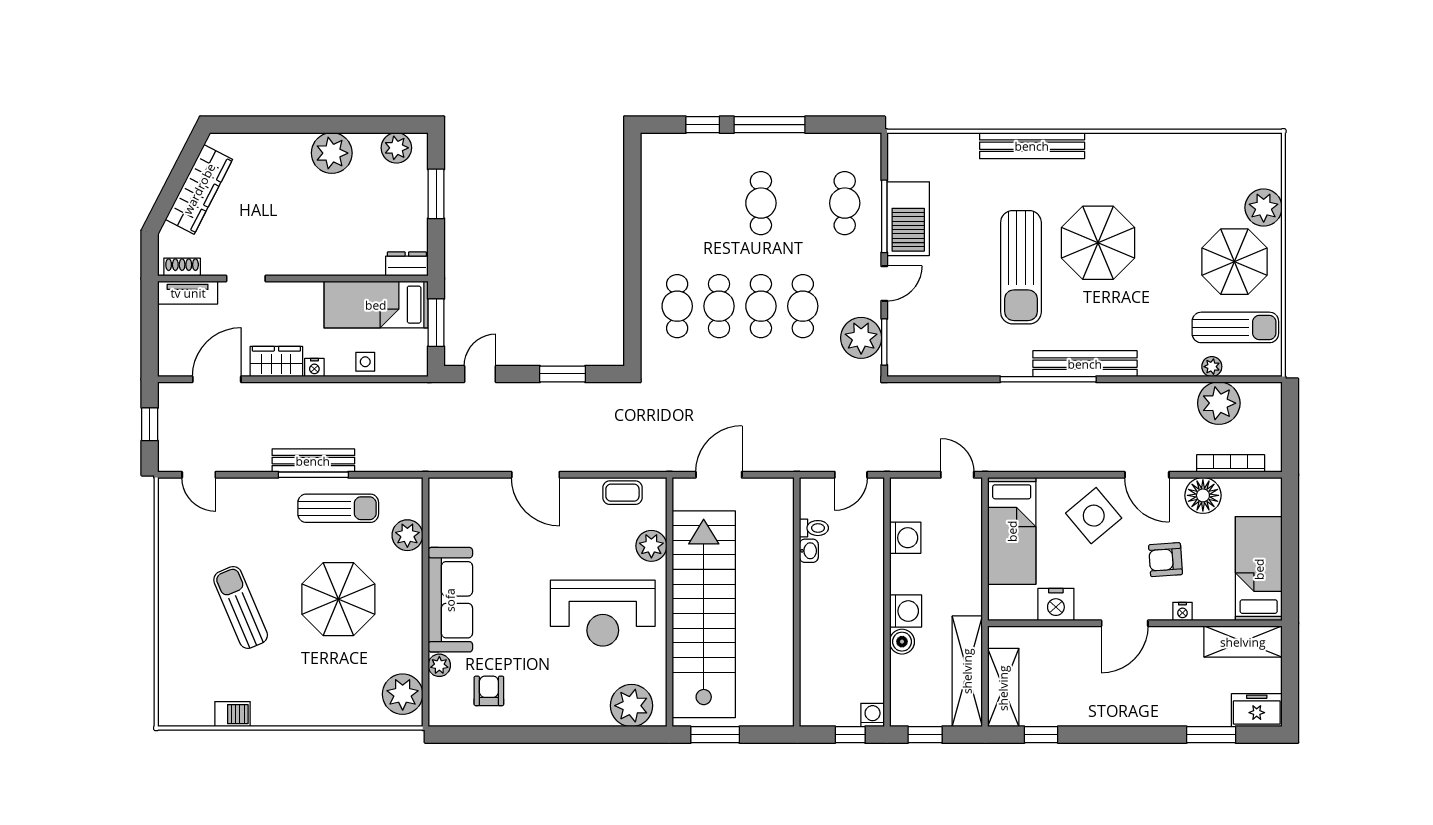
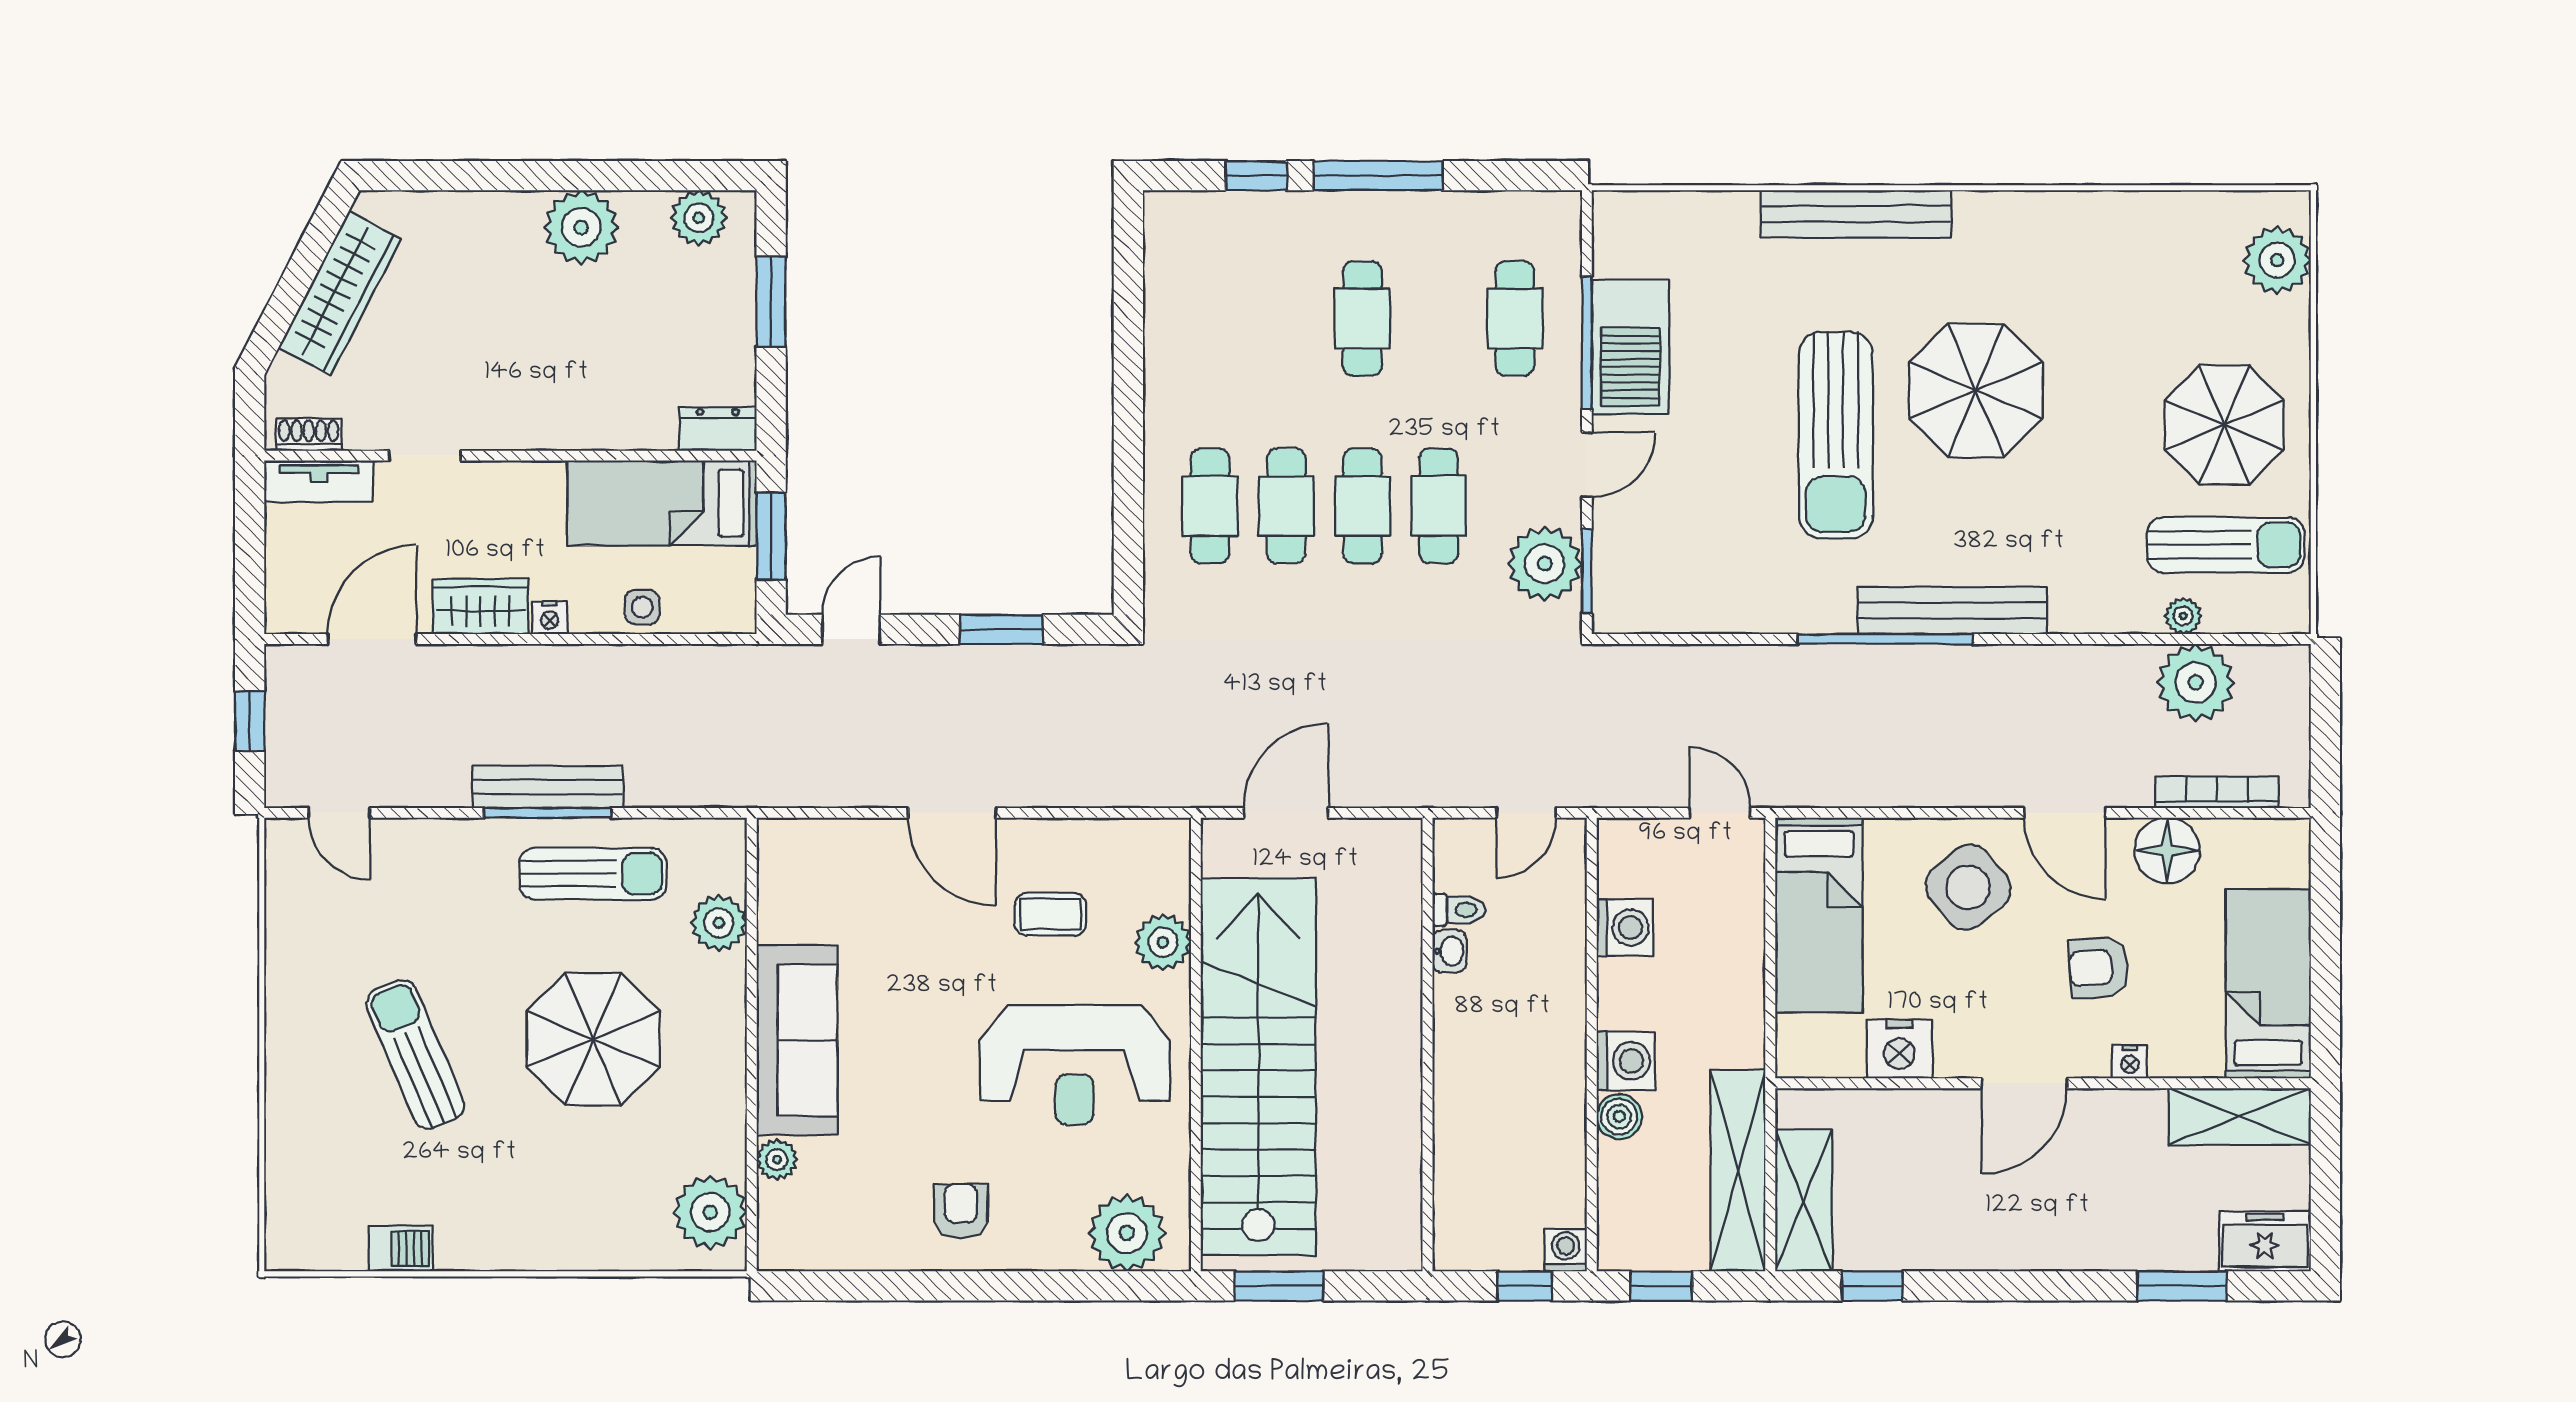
plant: (1264, 208) -> (2277, 260), moved
coffee table: (622, 493) -> (1050, 914), moved
armchair: (489, 691) -> (961, 1211), moved

